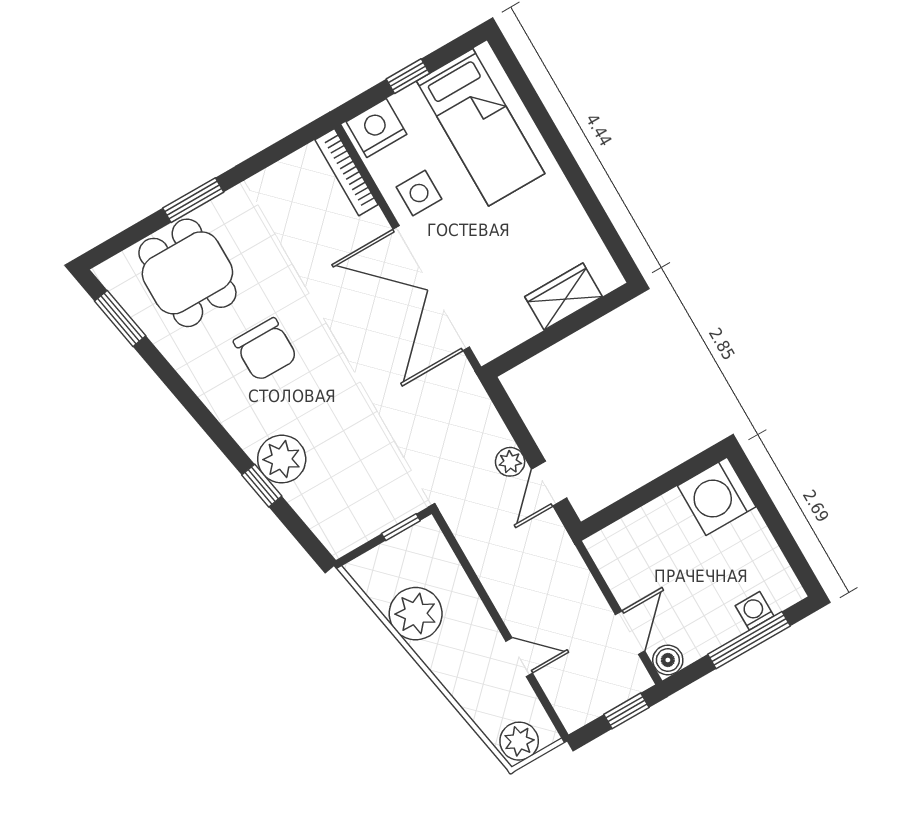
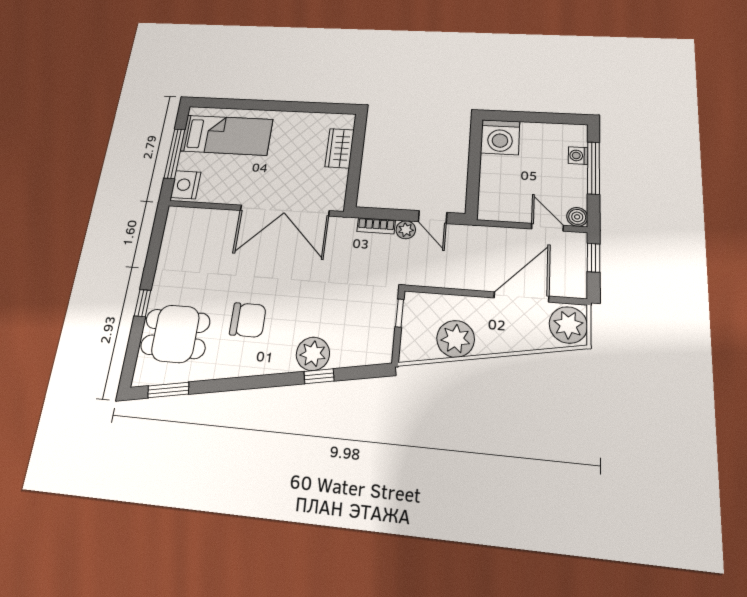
window: (408, 76) -> (175, 154), width x2.17
bookcase: (347, 172) -> (376, 226), moved, width x0.64
side table: (419, 193) -> (233, 185), removed
window: (193, 200) -> (143, 303), width x0.67
door: (519, 657) -> (521, 297), width x1.87
plant: (519, 741) -> (568, 325), width x1.36, depth x1.36

